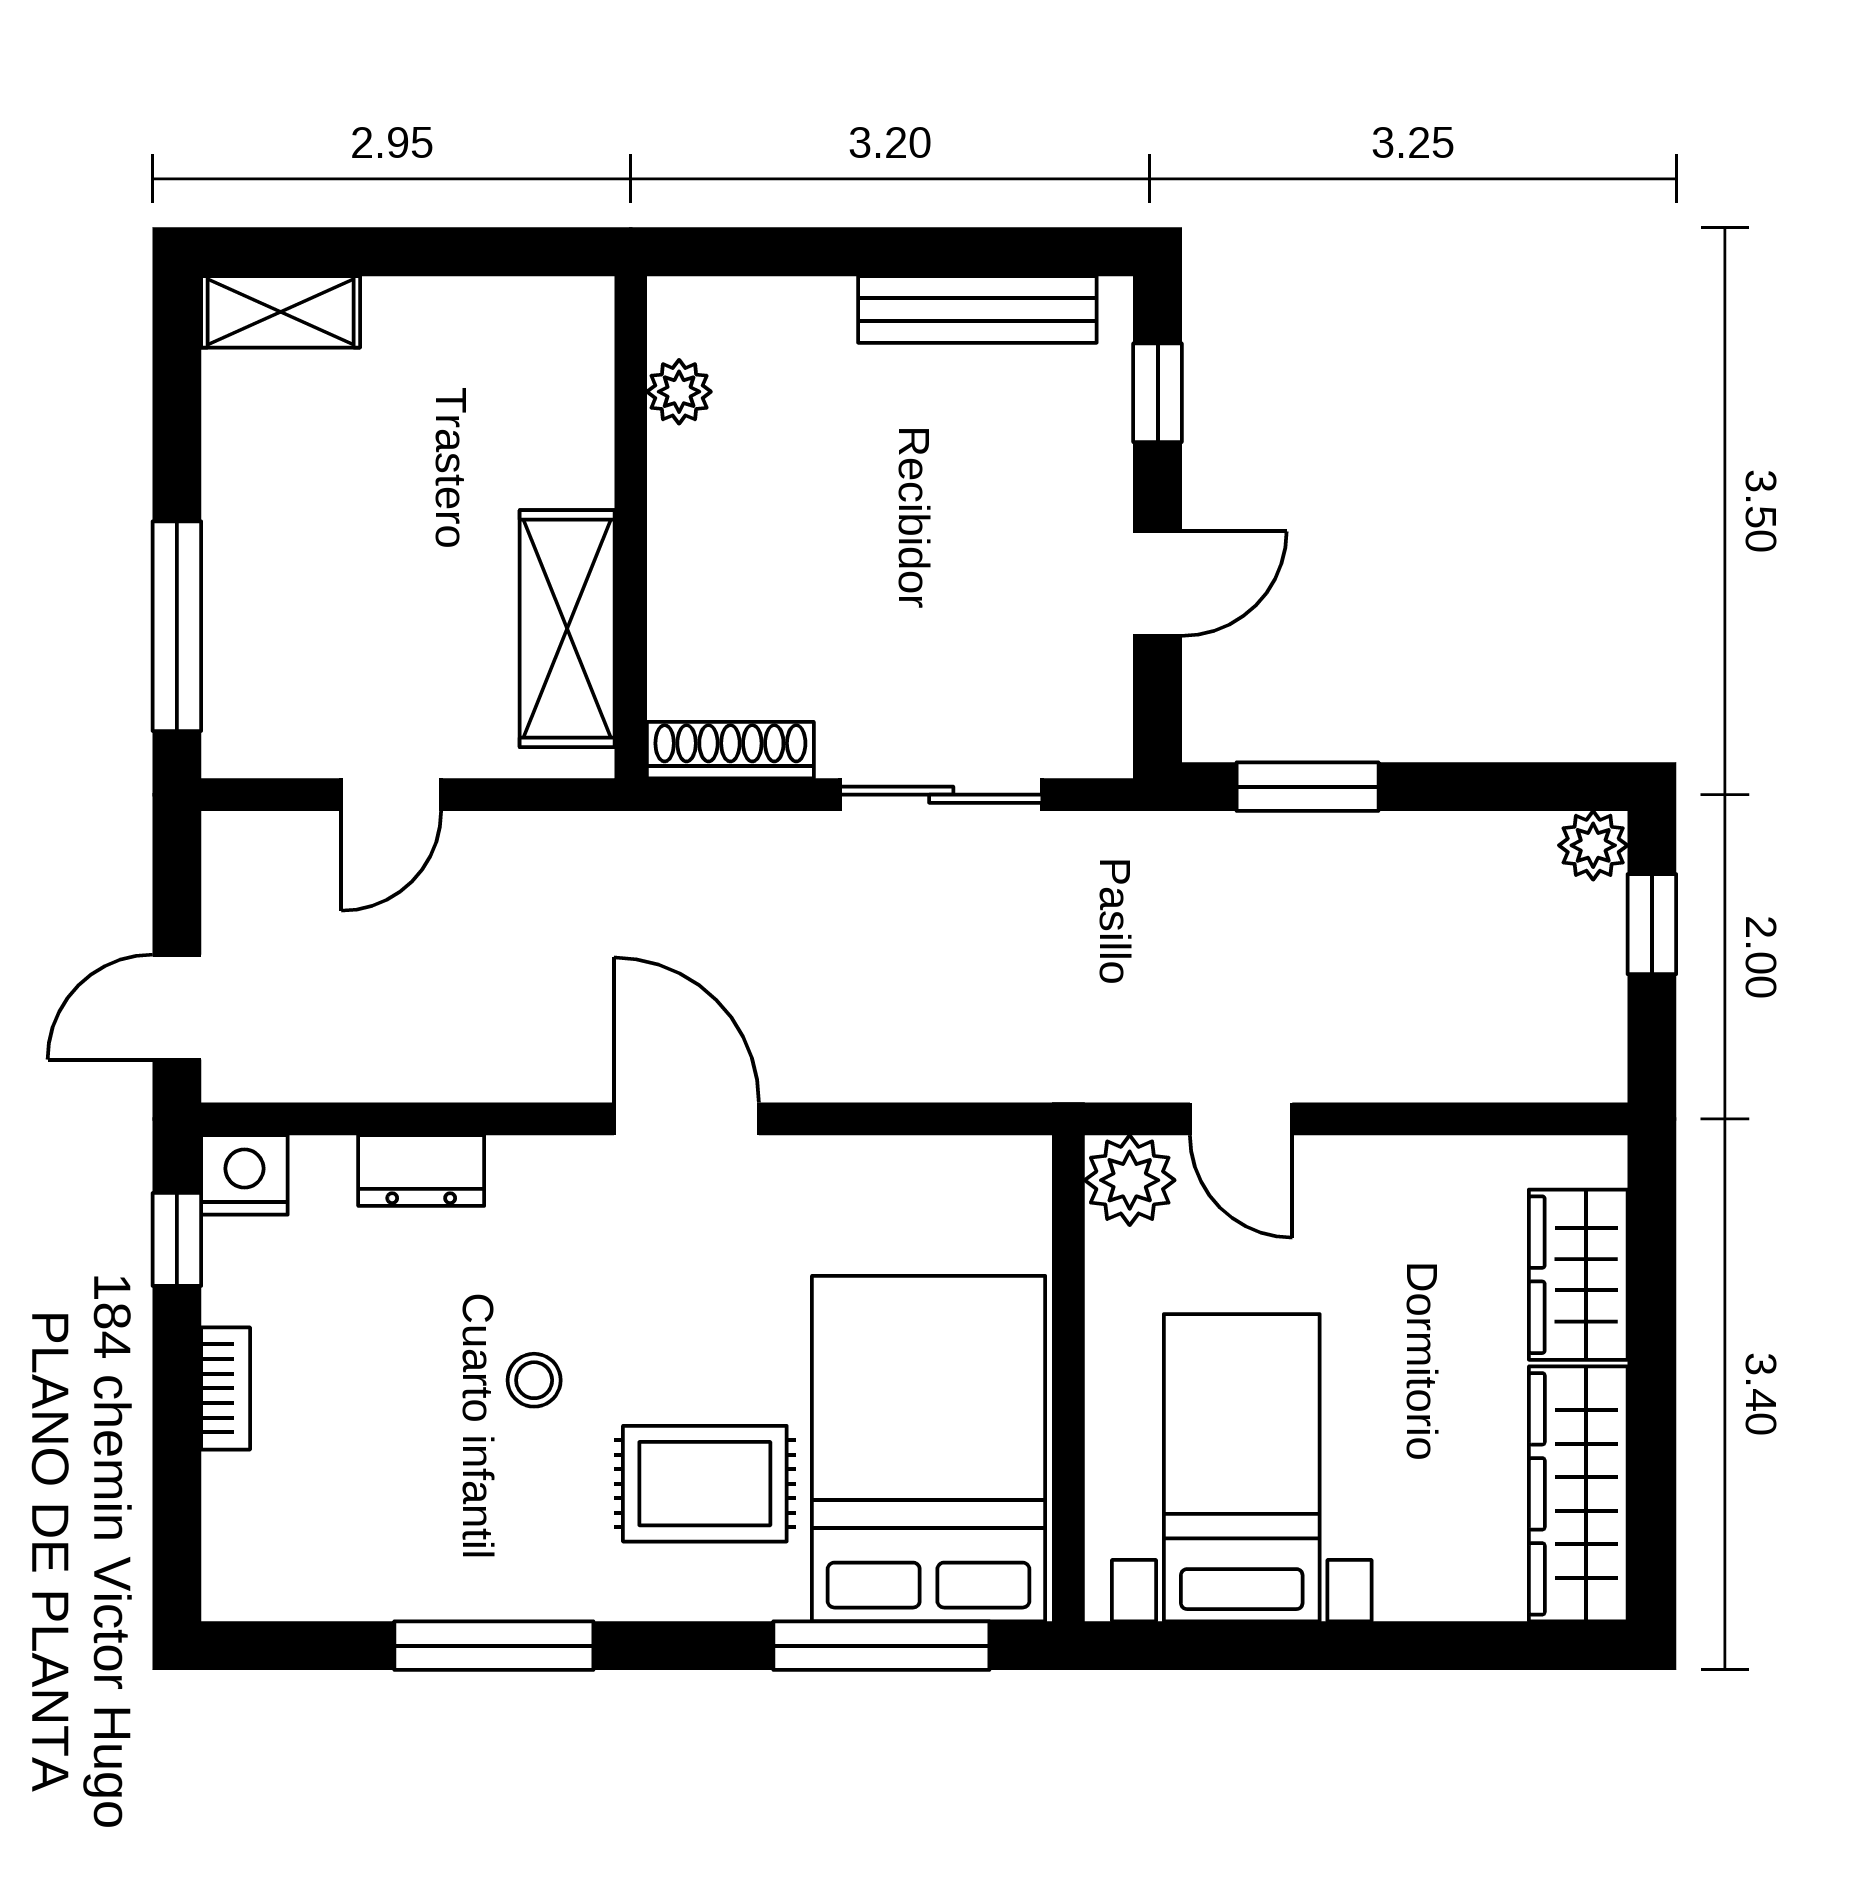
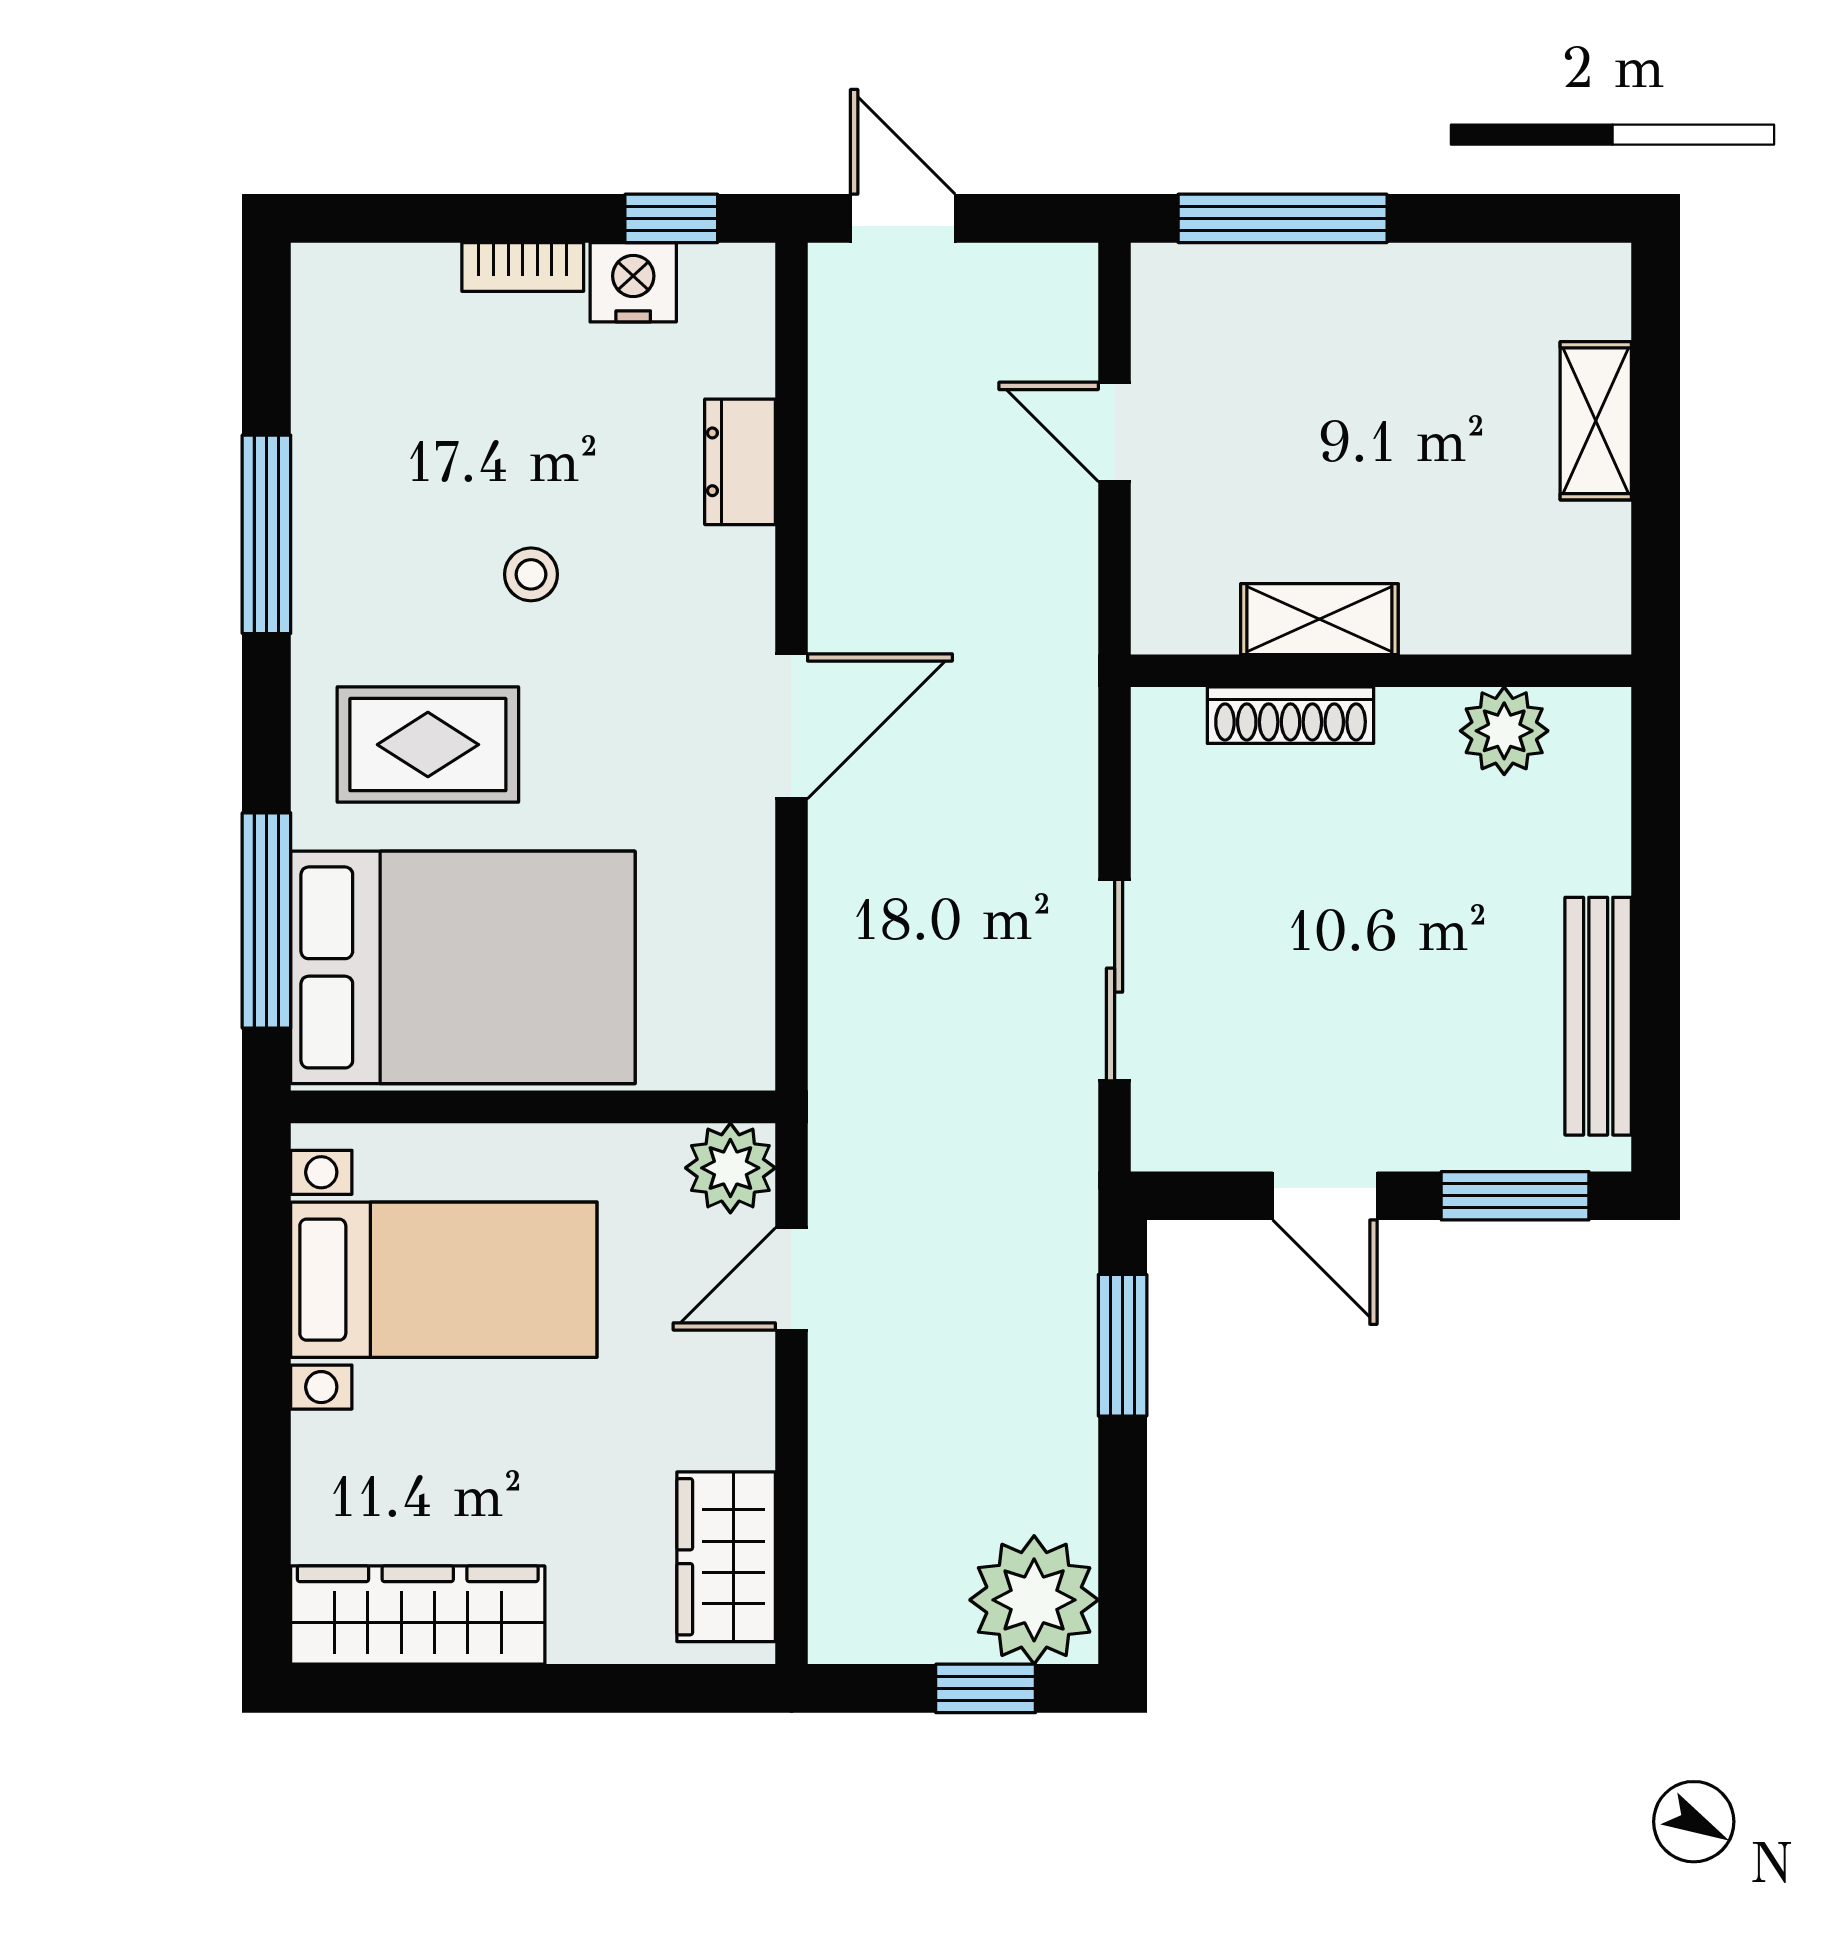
shelving: (281, 312) -> (1596, 421), moved
plant: (679, 392) -> (1504, 731), width x1.38, depth x1.38
window: (1158, 393) -> (1515, 1196), width x1.50
shelving: (567, 629) -> (1319, 619), width x0.67, depth x0.75
shoe rack: (730, 750) -> (1291, 715), moved, turned 90
plant: (1593, 845) -> (1034, 1600), width x1.87, depth x1.87
nightstand: (244, 1175) -> (633, 282), moved, turned -90
wardrobe: (1578, 1275) -> (726, 1557), moved, turned -90
rug: (705, 1484) -> (428, 745), turned 90

